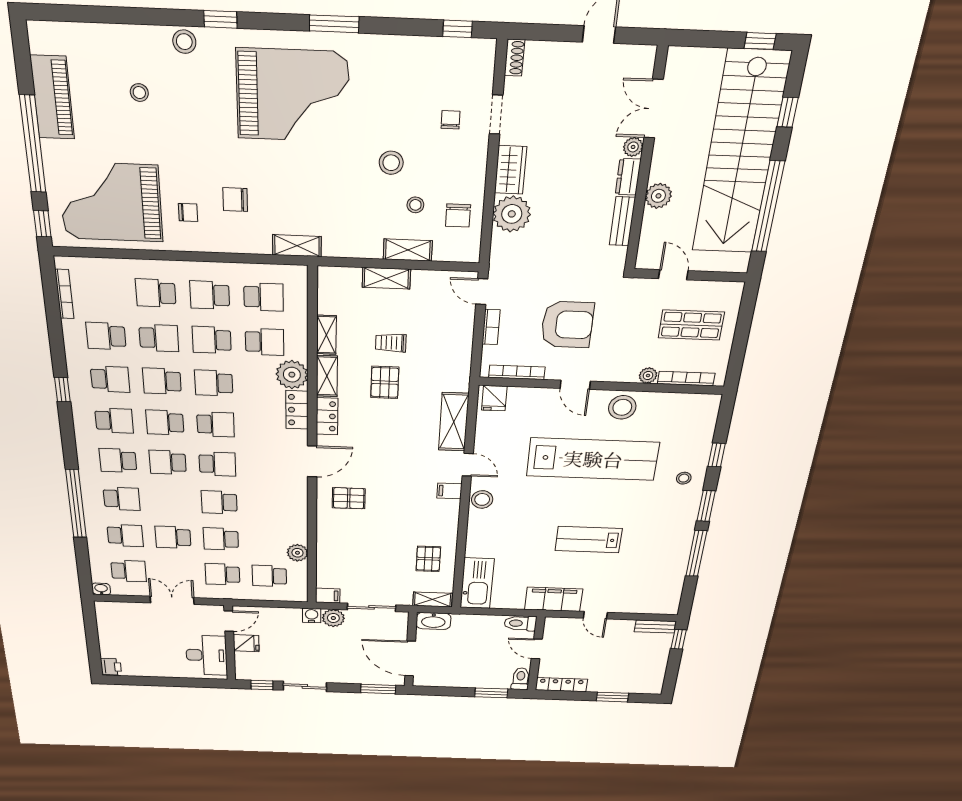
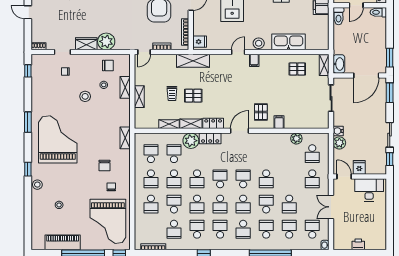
shelving: (454, 422) -> (193, 61), moved
door: (312, 461) -> (240, 131), hinge flipped
school desk: (221, 539) -> (266, 204), moved, turned 180
kitchen sink: (477, 583) -> (289, 42), moved
filing cabinet: (328, 596) -> (279, 122), moved
plant: (333, 618) -> (339, 143), moved
printer: (111, 667) -> (358, 244), moved
window: (491, 693) -> (390, 58), moved

